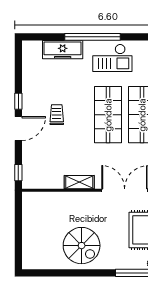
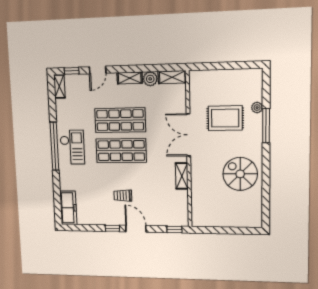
window: (93, 37) -> (54, 146), moved
freezer: (63, 50) -> (68, 208), moved
spiral stairs: (82, 246) -> (240, 174), turned -90

